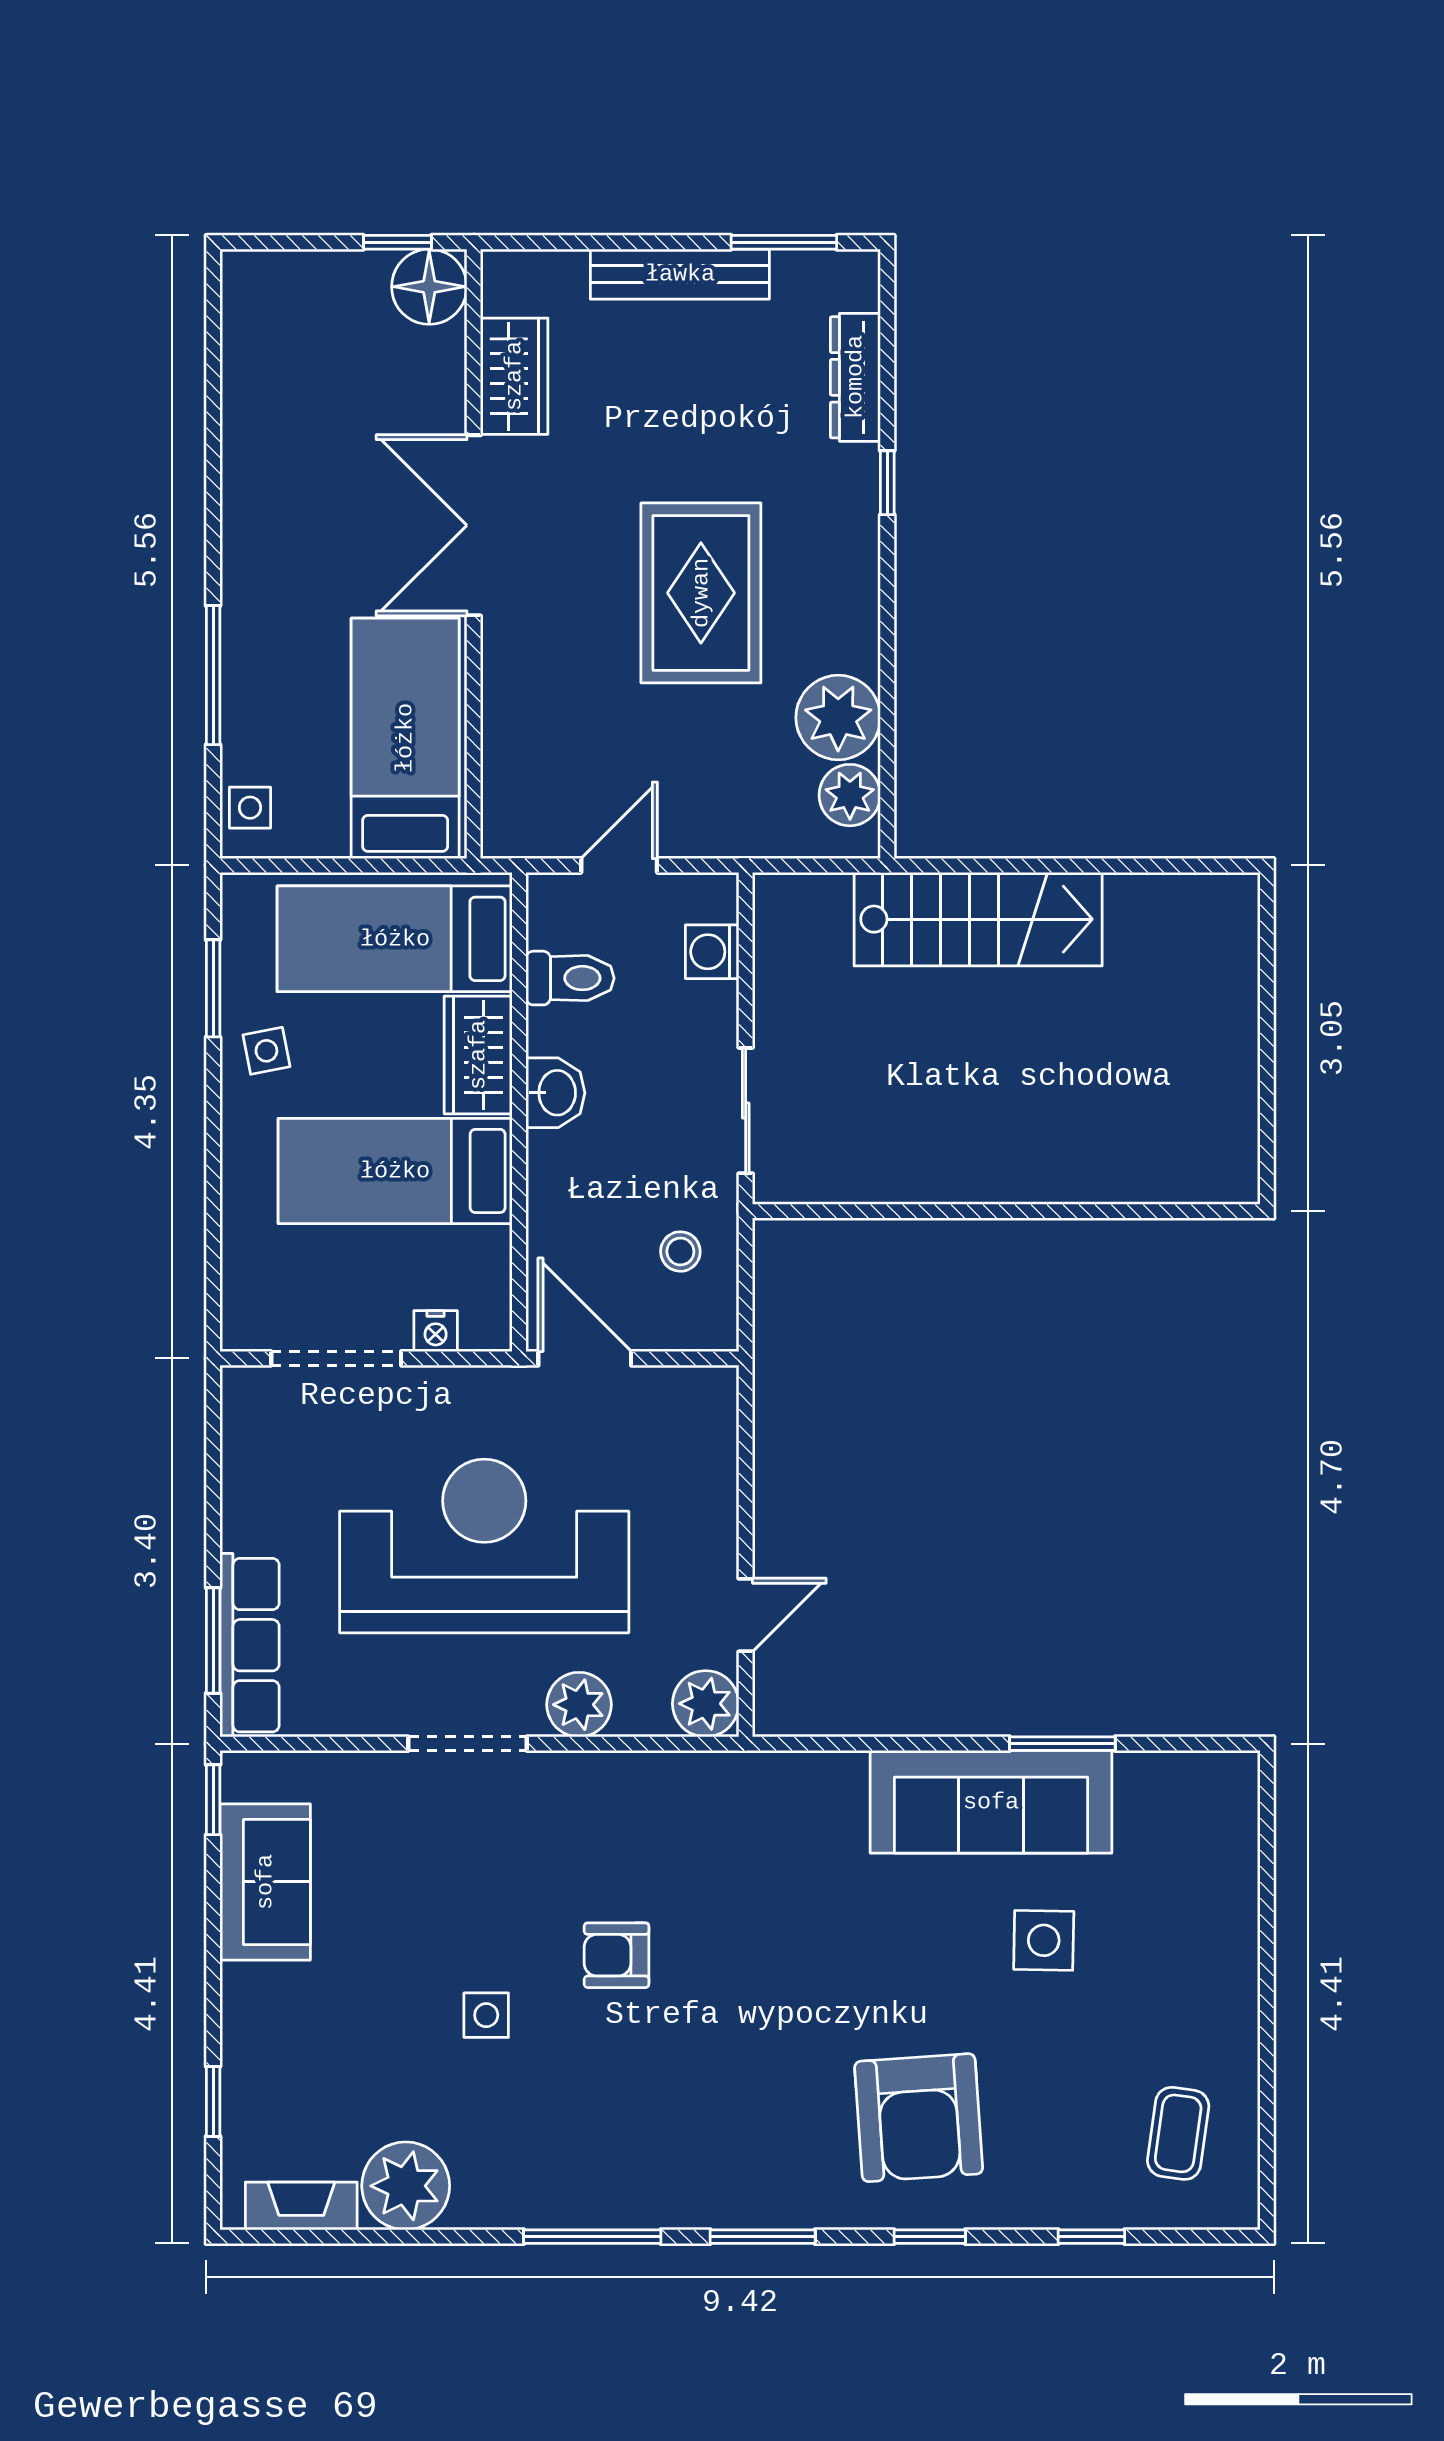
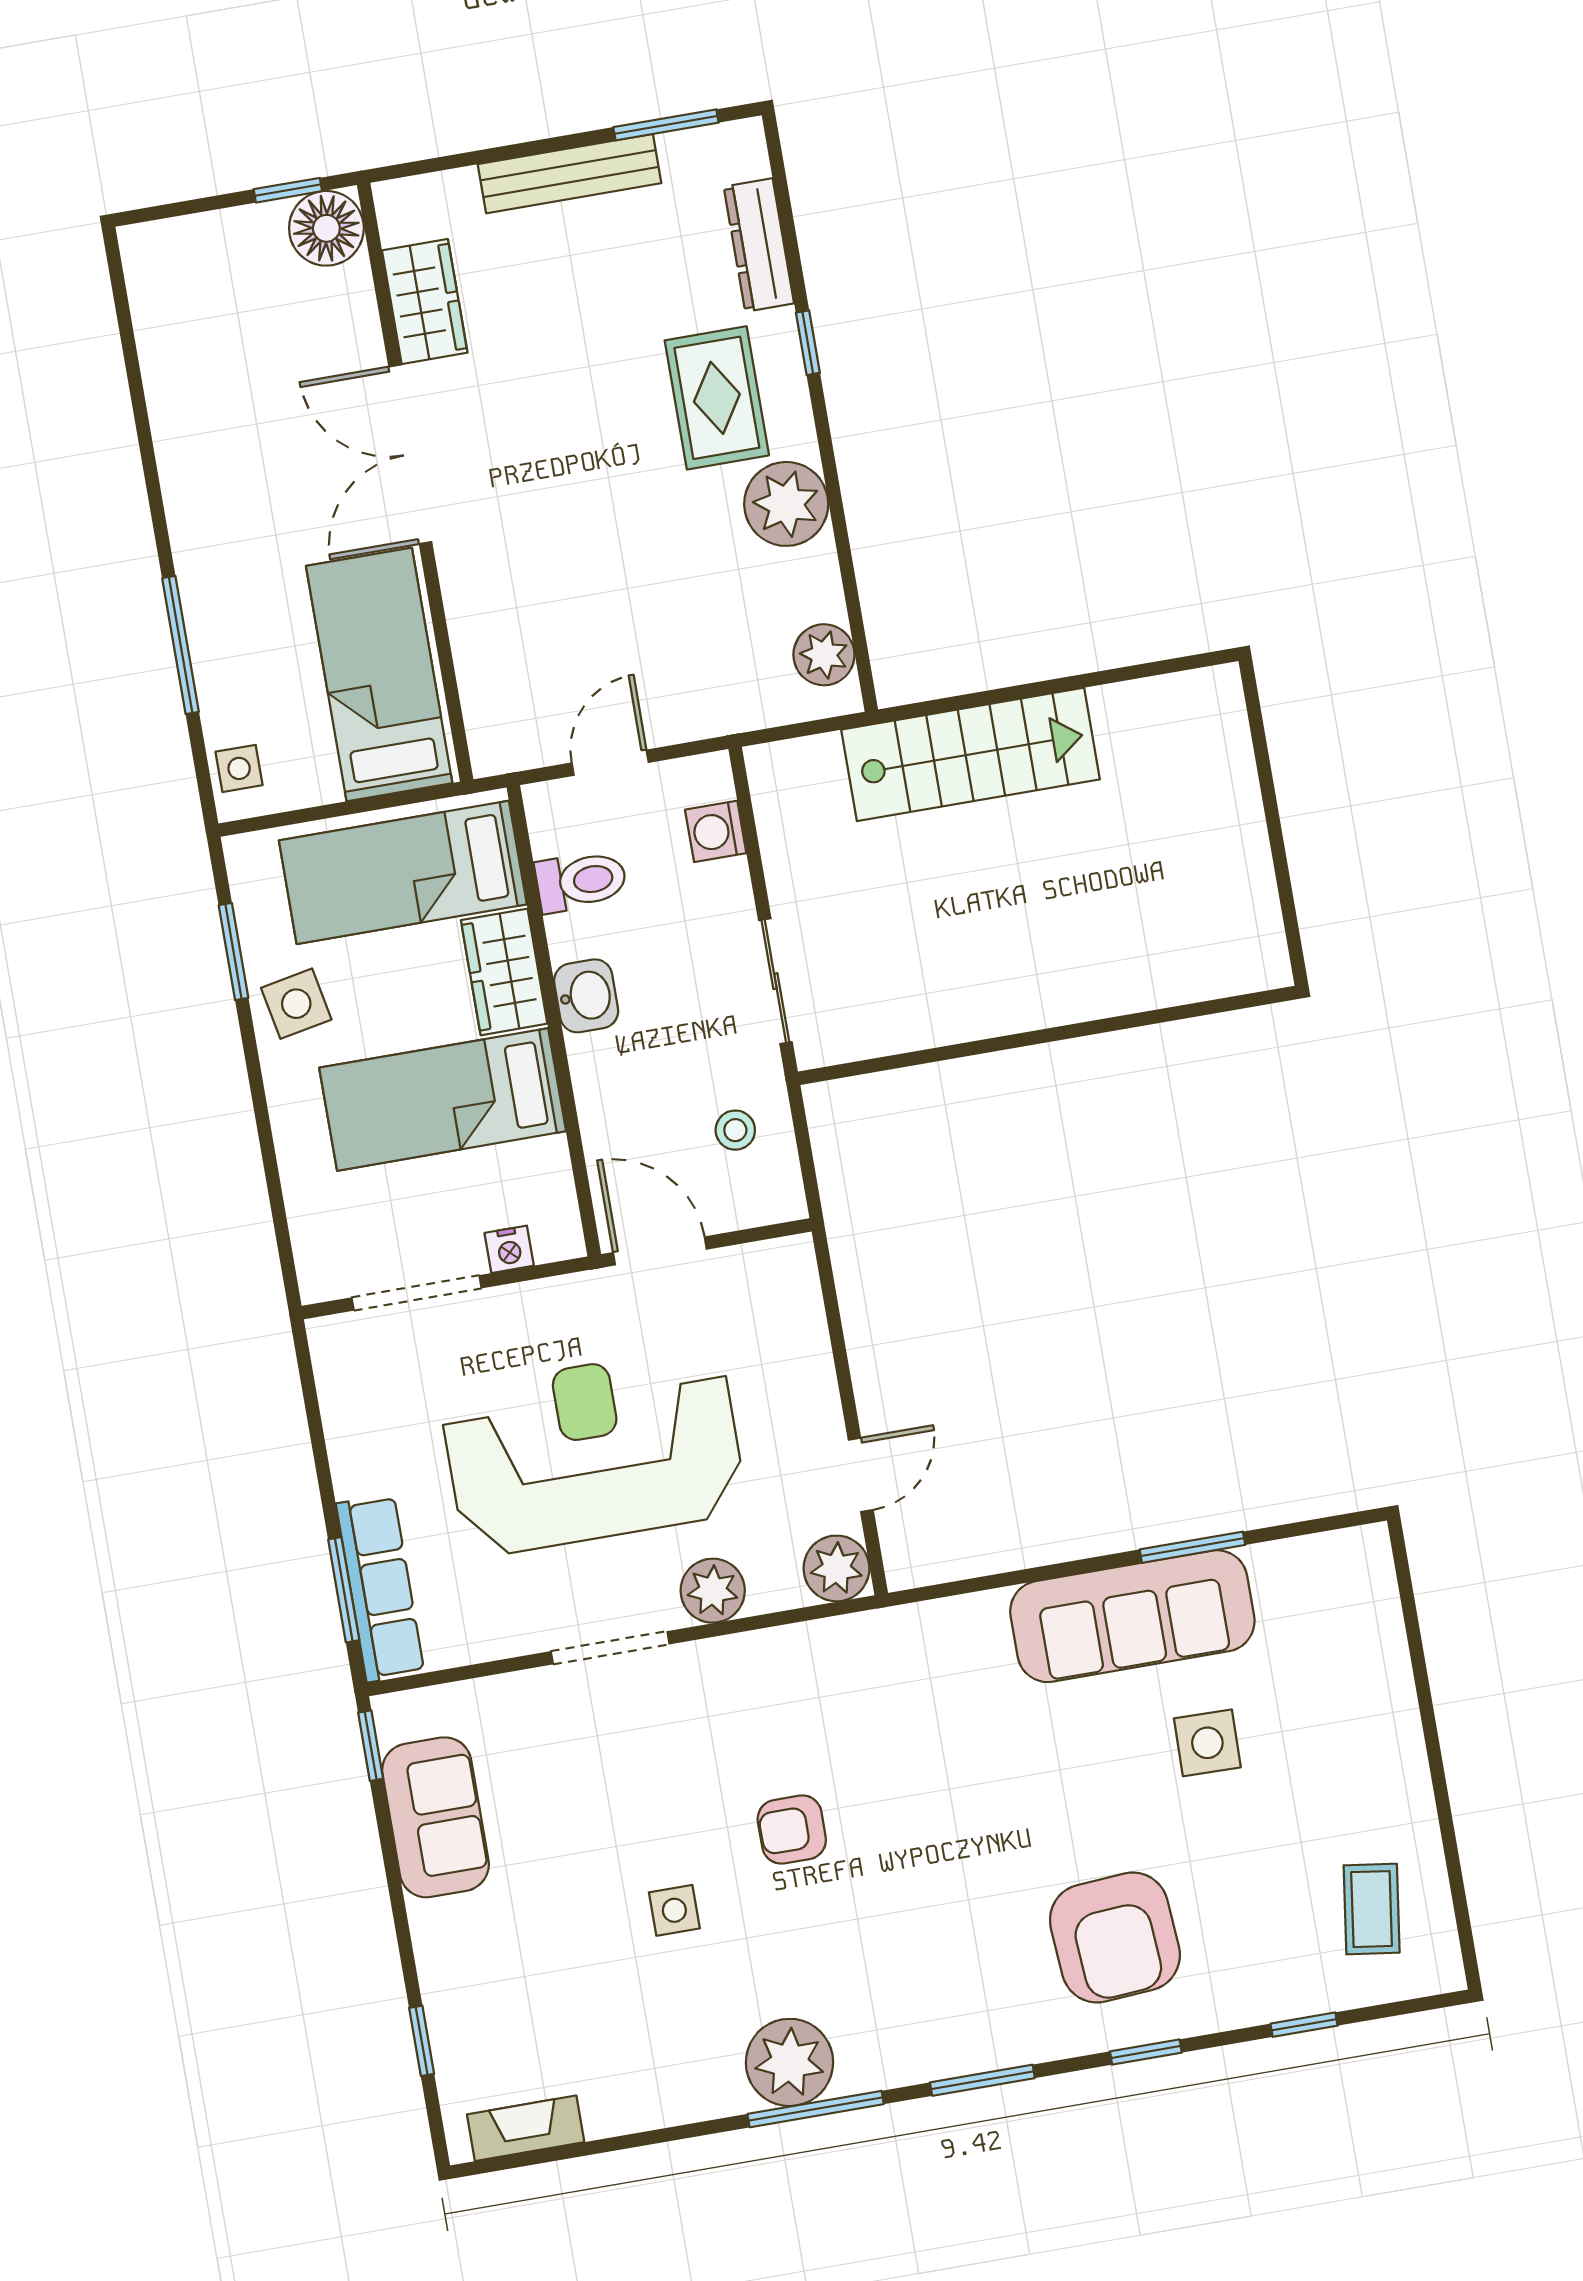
rug: (701, 593) -> (717, 398), moved, width x0.73, depth x0.70
plant: (838, 718) -> (786, 504), moved
side table: (266, 1051) -> (296, 1004), width x1.37, depth x1.37
plant: (406, 2186) -> (789, 2062), moved

